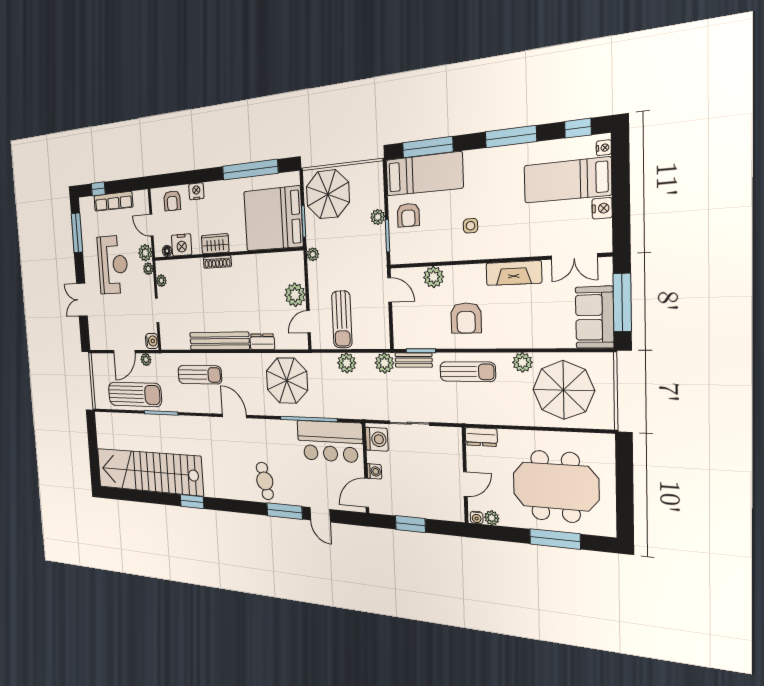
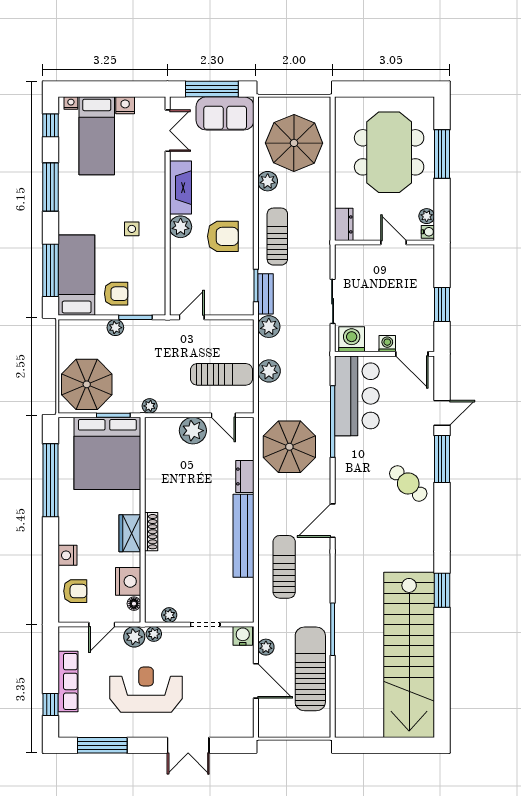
plant: (434, 277) -> (181, 227), moved
cafe table: (265, 481) -> (408, 483), turned 54

